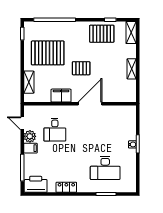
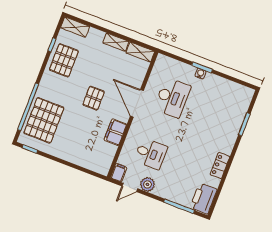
pallet: (48, 53) -> (44, 120), moved
shelving: (29, 82) -> (140, 52), moved
filing cabinet: (30, 148) -> (119, 173), moved
desk: (105, 168) -> (172, 98), moved

